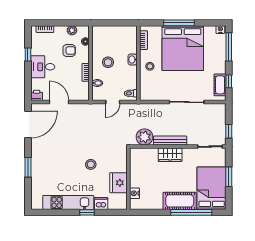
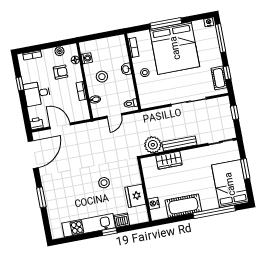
washing machine: (97, 42) -> (87, 58), added
window: (229, 131) -> (235, 113), moved
wardrobe: (170, 155) -> (169, 160), moved
cot: (180, 201) -> (183, 206), moved

